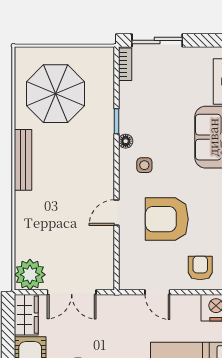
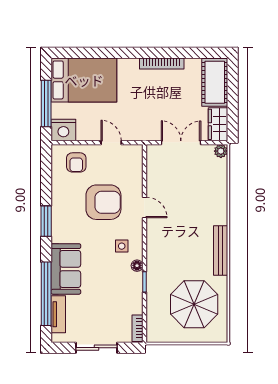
sliding door: (157, 40) -> (96, 348), moved
door: (116, 213) -> (144, 207), hinge flipped
plant: (30, 275) -> (221, 151), width x0.53, depth x0.53

